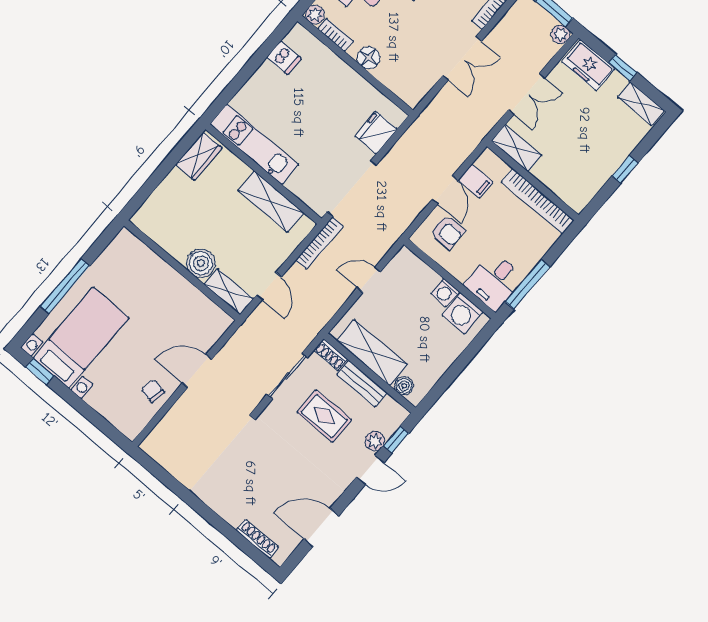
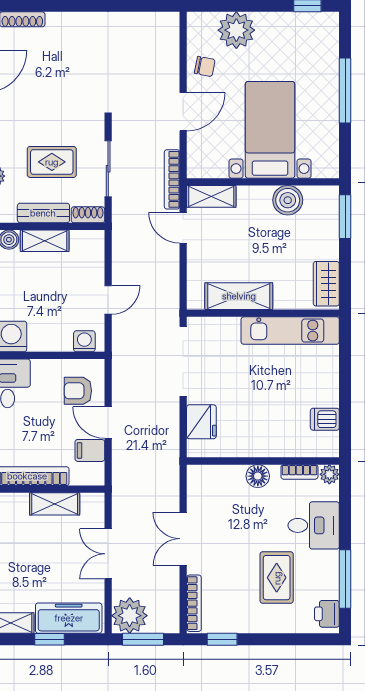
plant: (560, 34) -> (130, 616), width x1.87, depth x1.87
freezer: (588, 65) -> (69, 618), width x1.40
shelving: (516, 148) -> (55, 504), moved
window: (143, 194) -> (345, 217), added
bookcase: (319, 243) -> (172, 179), moved
boiler: (201, 263) -> (288, 200), moved
washing machine: (445, 293) -> (84, 341), moved
bed with nightstands: (81, 338) -> (270, 130), moved, turned 180
shelving: (372, 352) -> (45, 241), width x0.67, depth x0.75
plant: (107, 398) -> (236, 30), added

